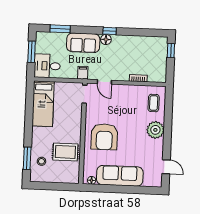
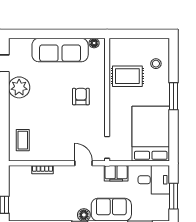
filing cabinet: (83, 73) -> (116, 173), width x2.00
bed: (43, 104) -> (151, 134), width x1.50
plant: (155, 130) -> (19, 87), moved
armchair: (104, 137) -> (81, 97), width x0.53, depth x0.53
window: (27, 158) -> (174, 96), moved

